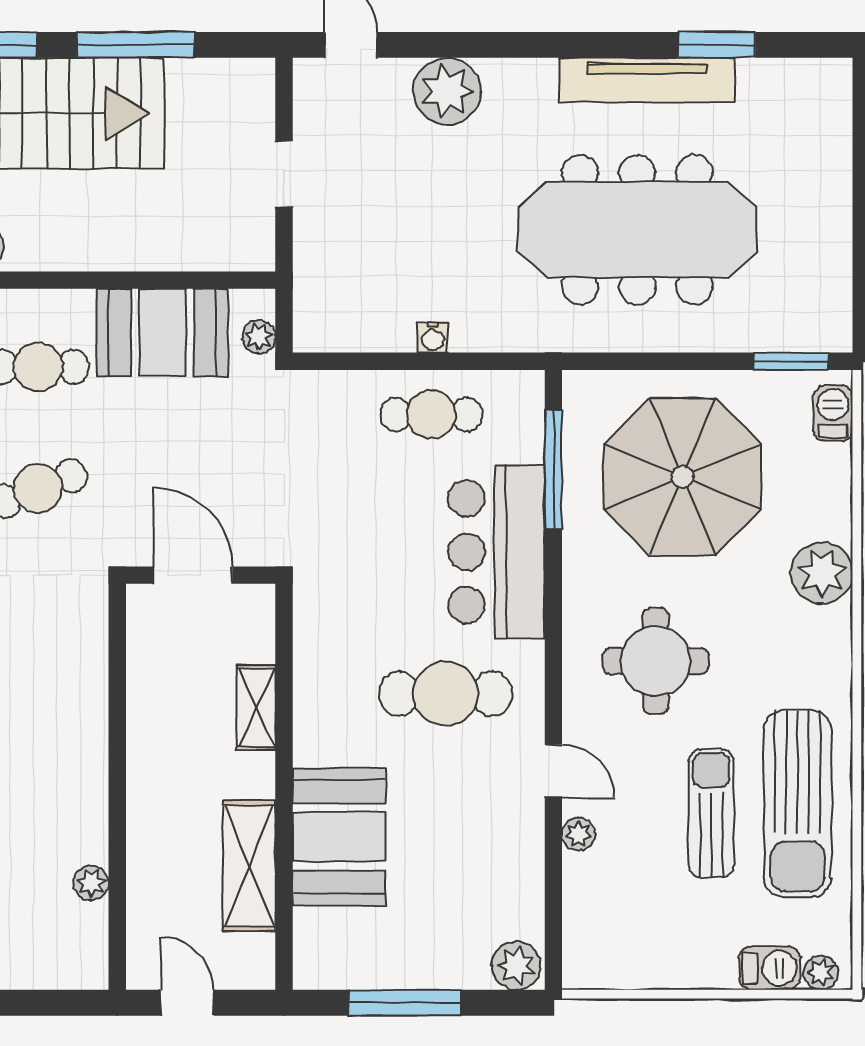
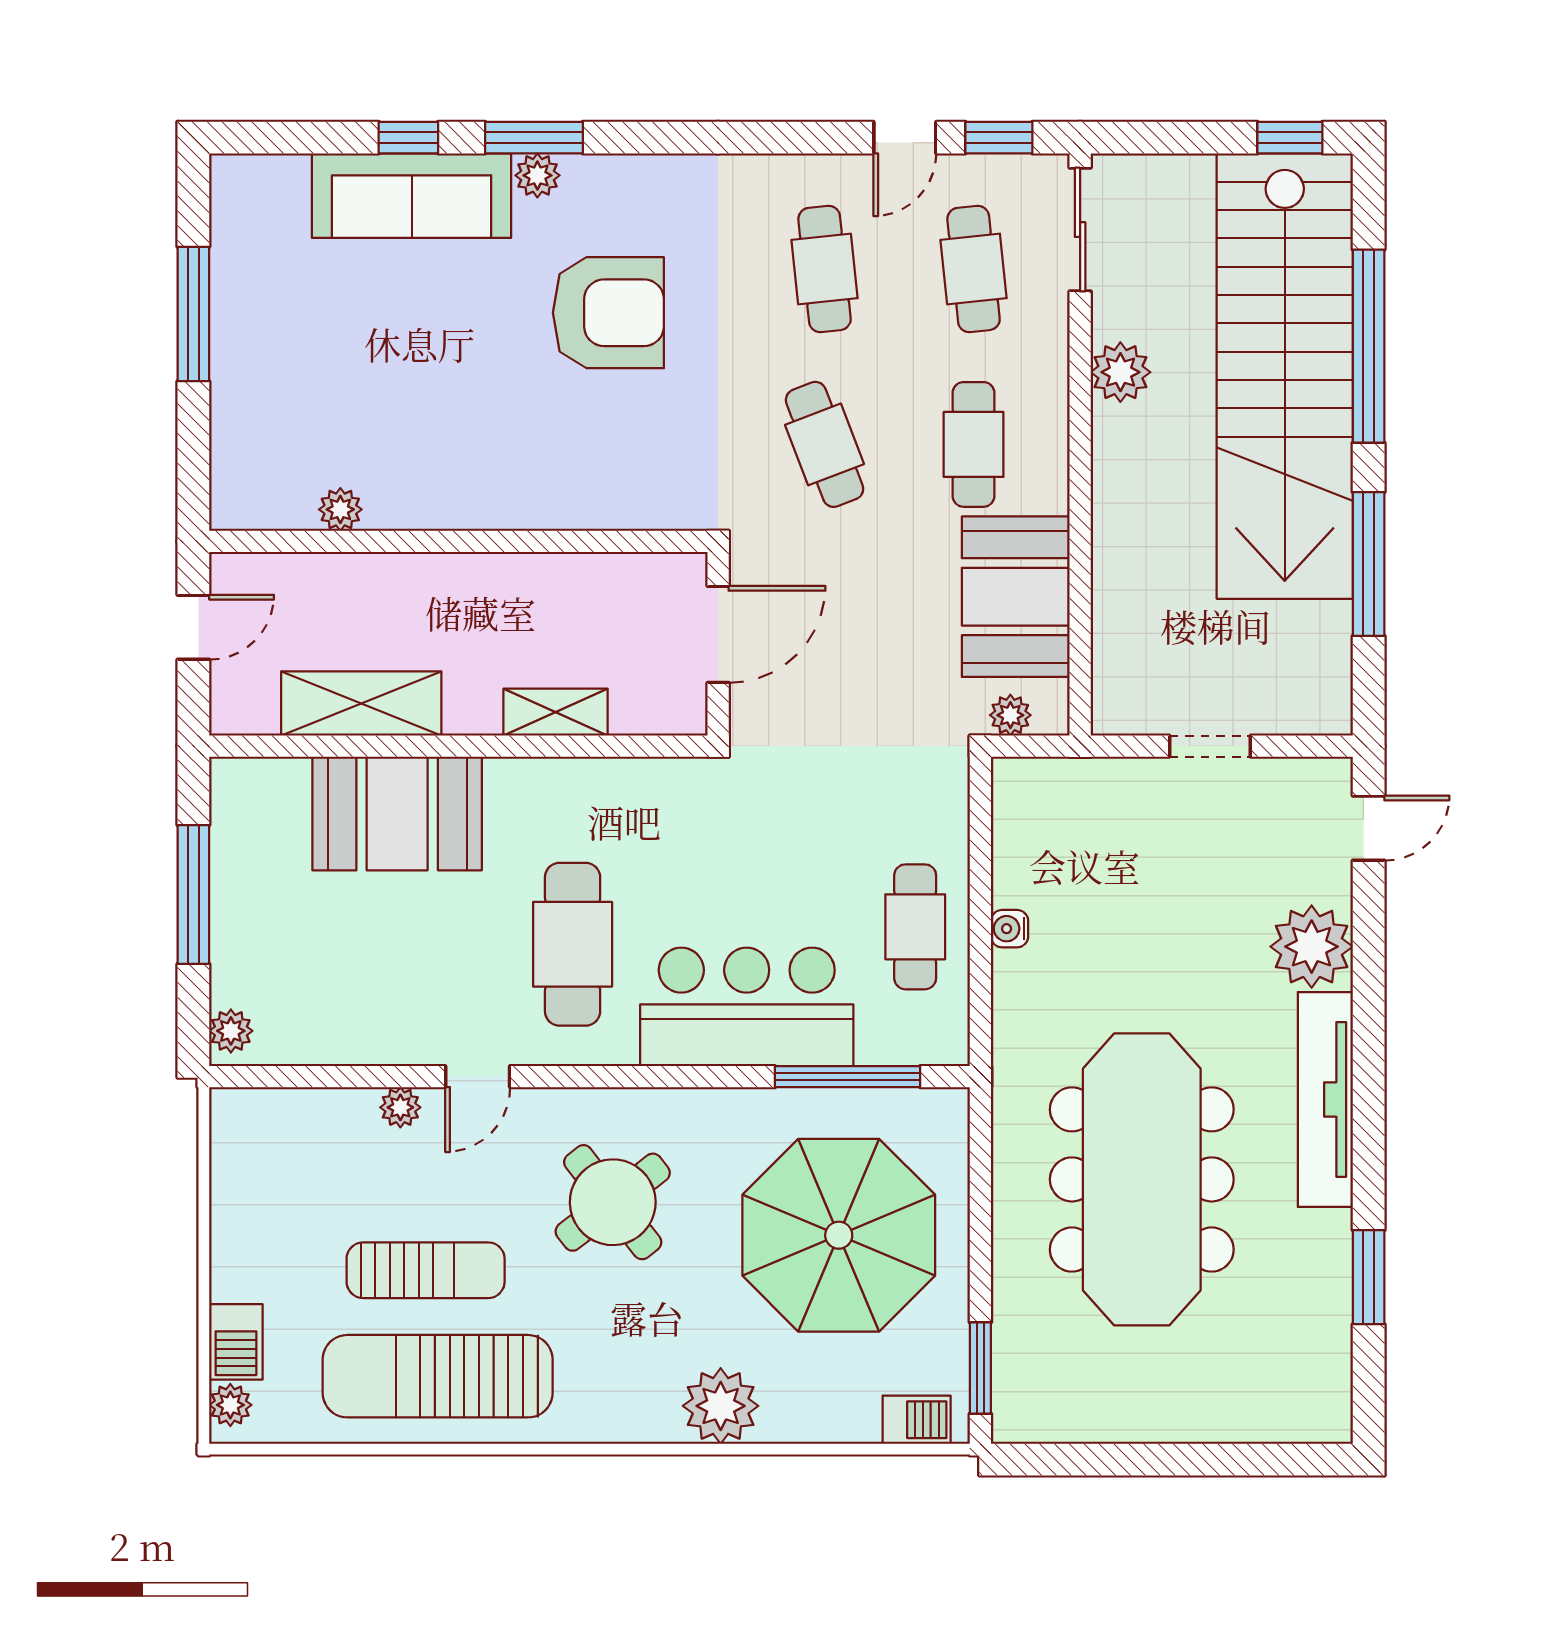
tv unit: (647, 80) -> (1325, 1099), moved
round table: (656, 661) -> (613, 1202), turned -38
plant: (516, 966) -> (231, 1031), width x0.73, depth x0.73

